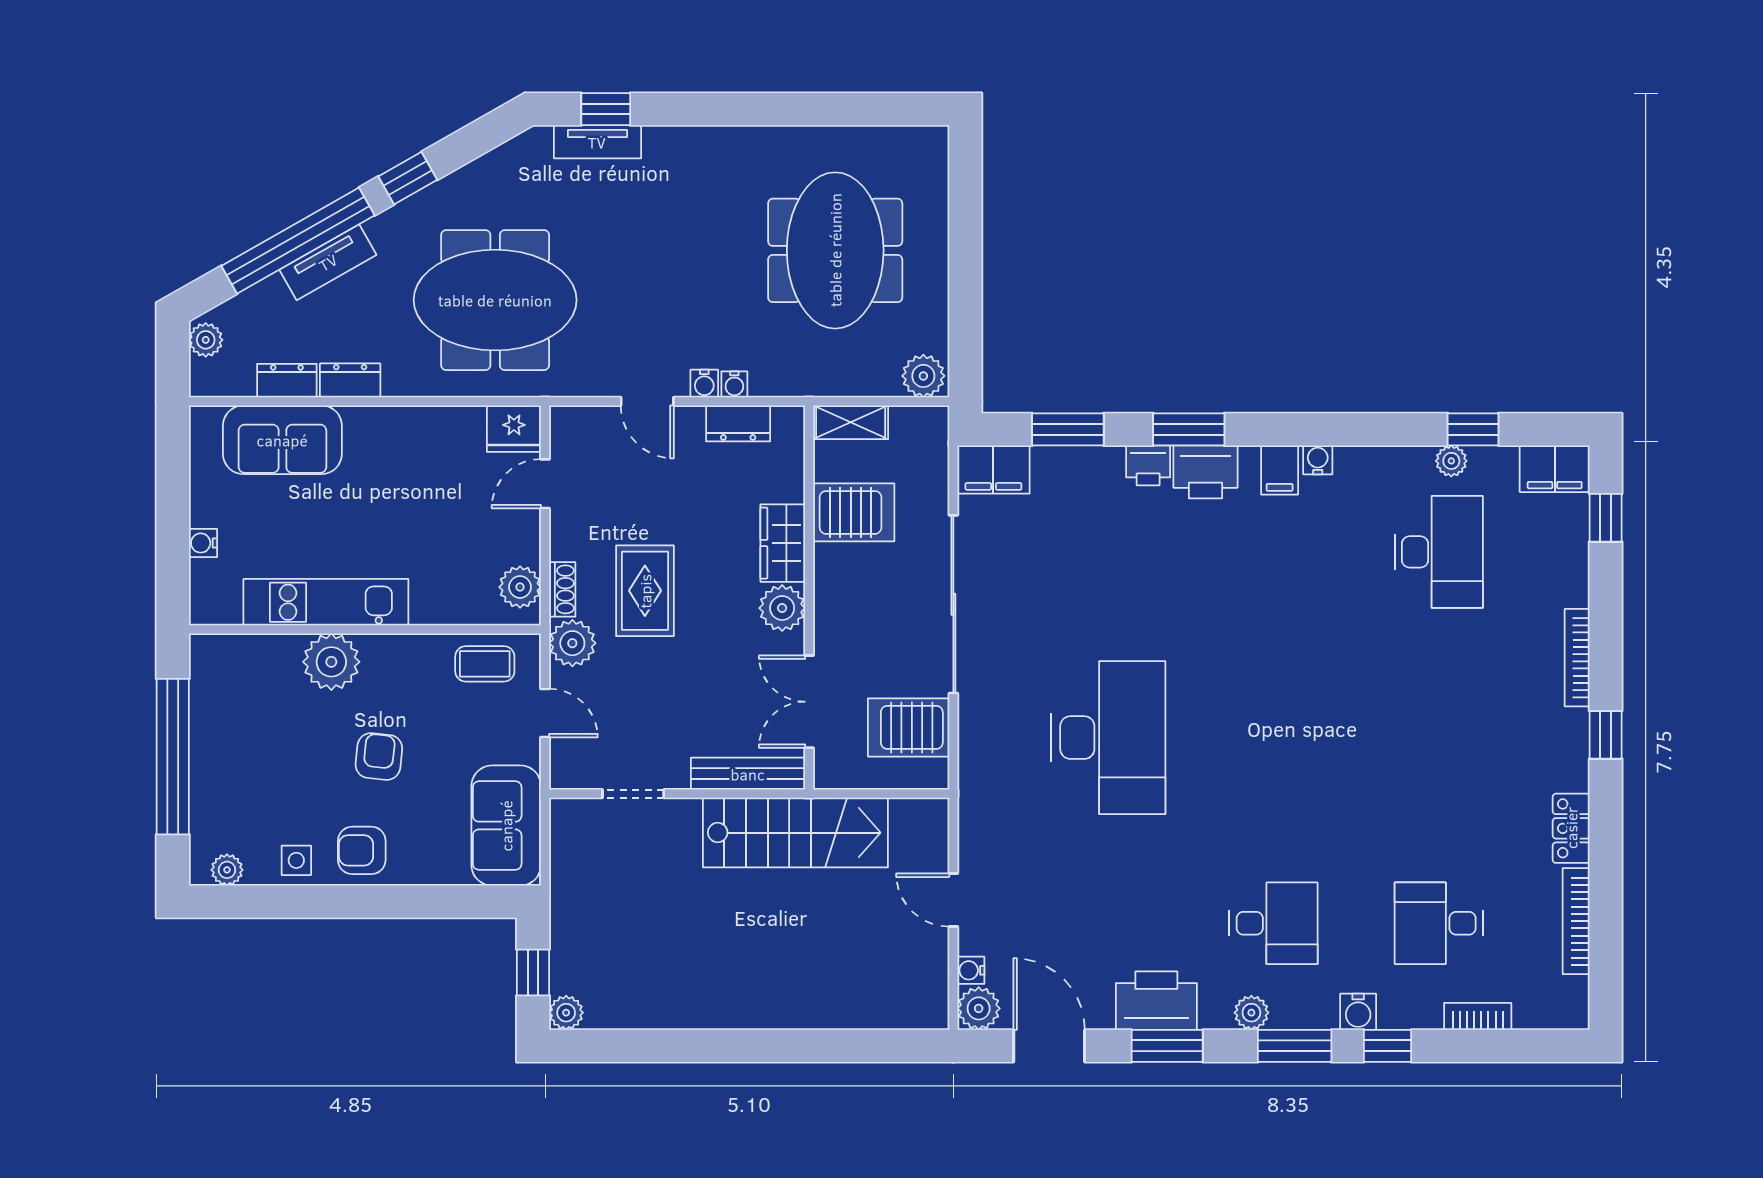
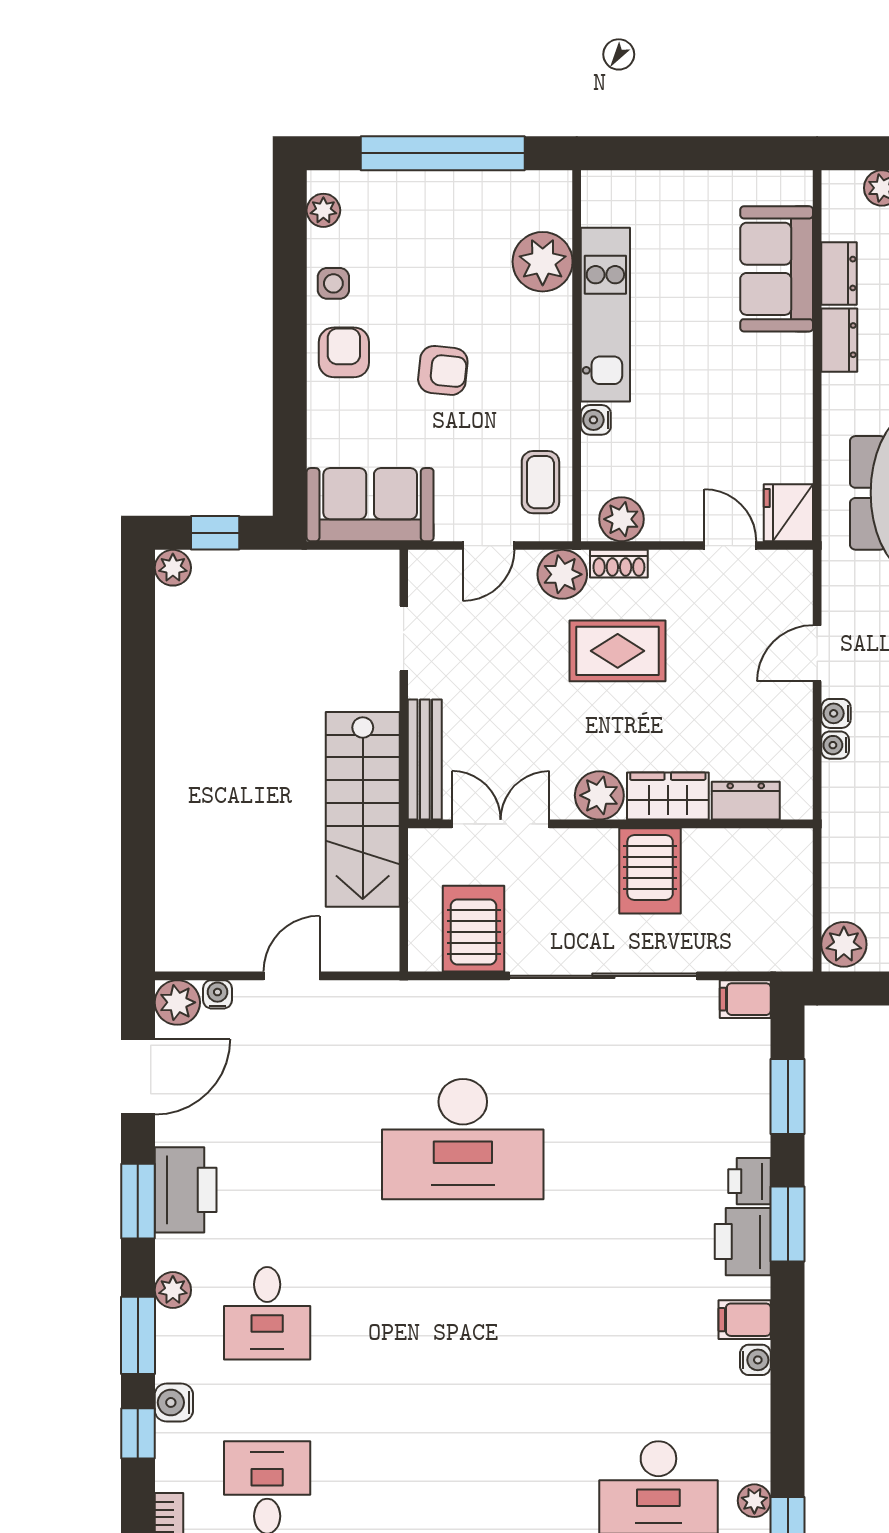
shelving: (851, 422) -> (795, 868), removed
dresser: (738, 423) -> (746, 801), moved, turned 90
filing cabinet: (993, 469) -> (745, 999), width x0.50
server rack: (854, 512) -> (650, 871), moved
water cooler: (203, 543) -> (596, 420), moved, turned -90
plant: (331, 662) -> (543, 262), moved

